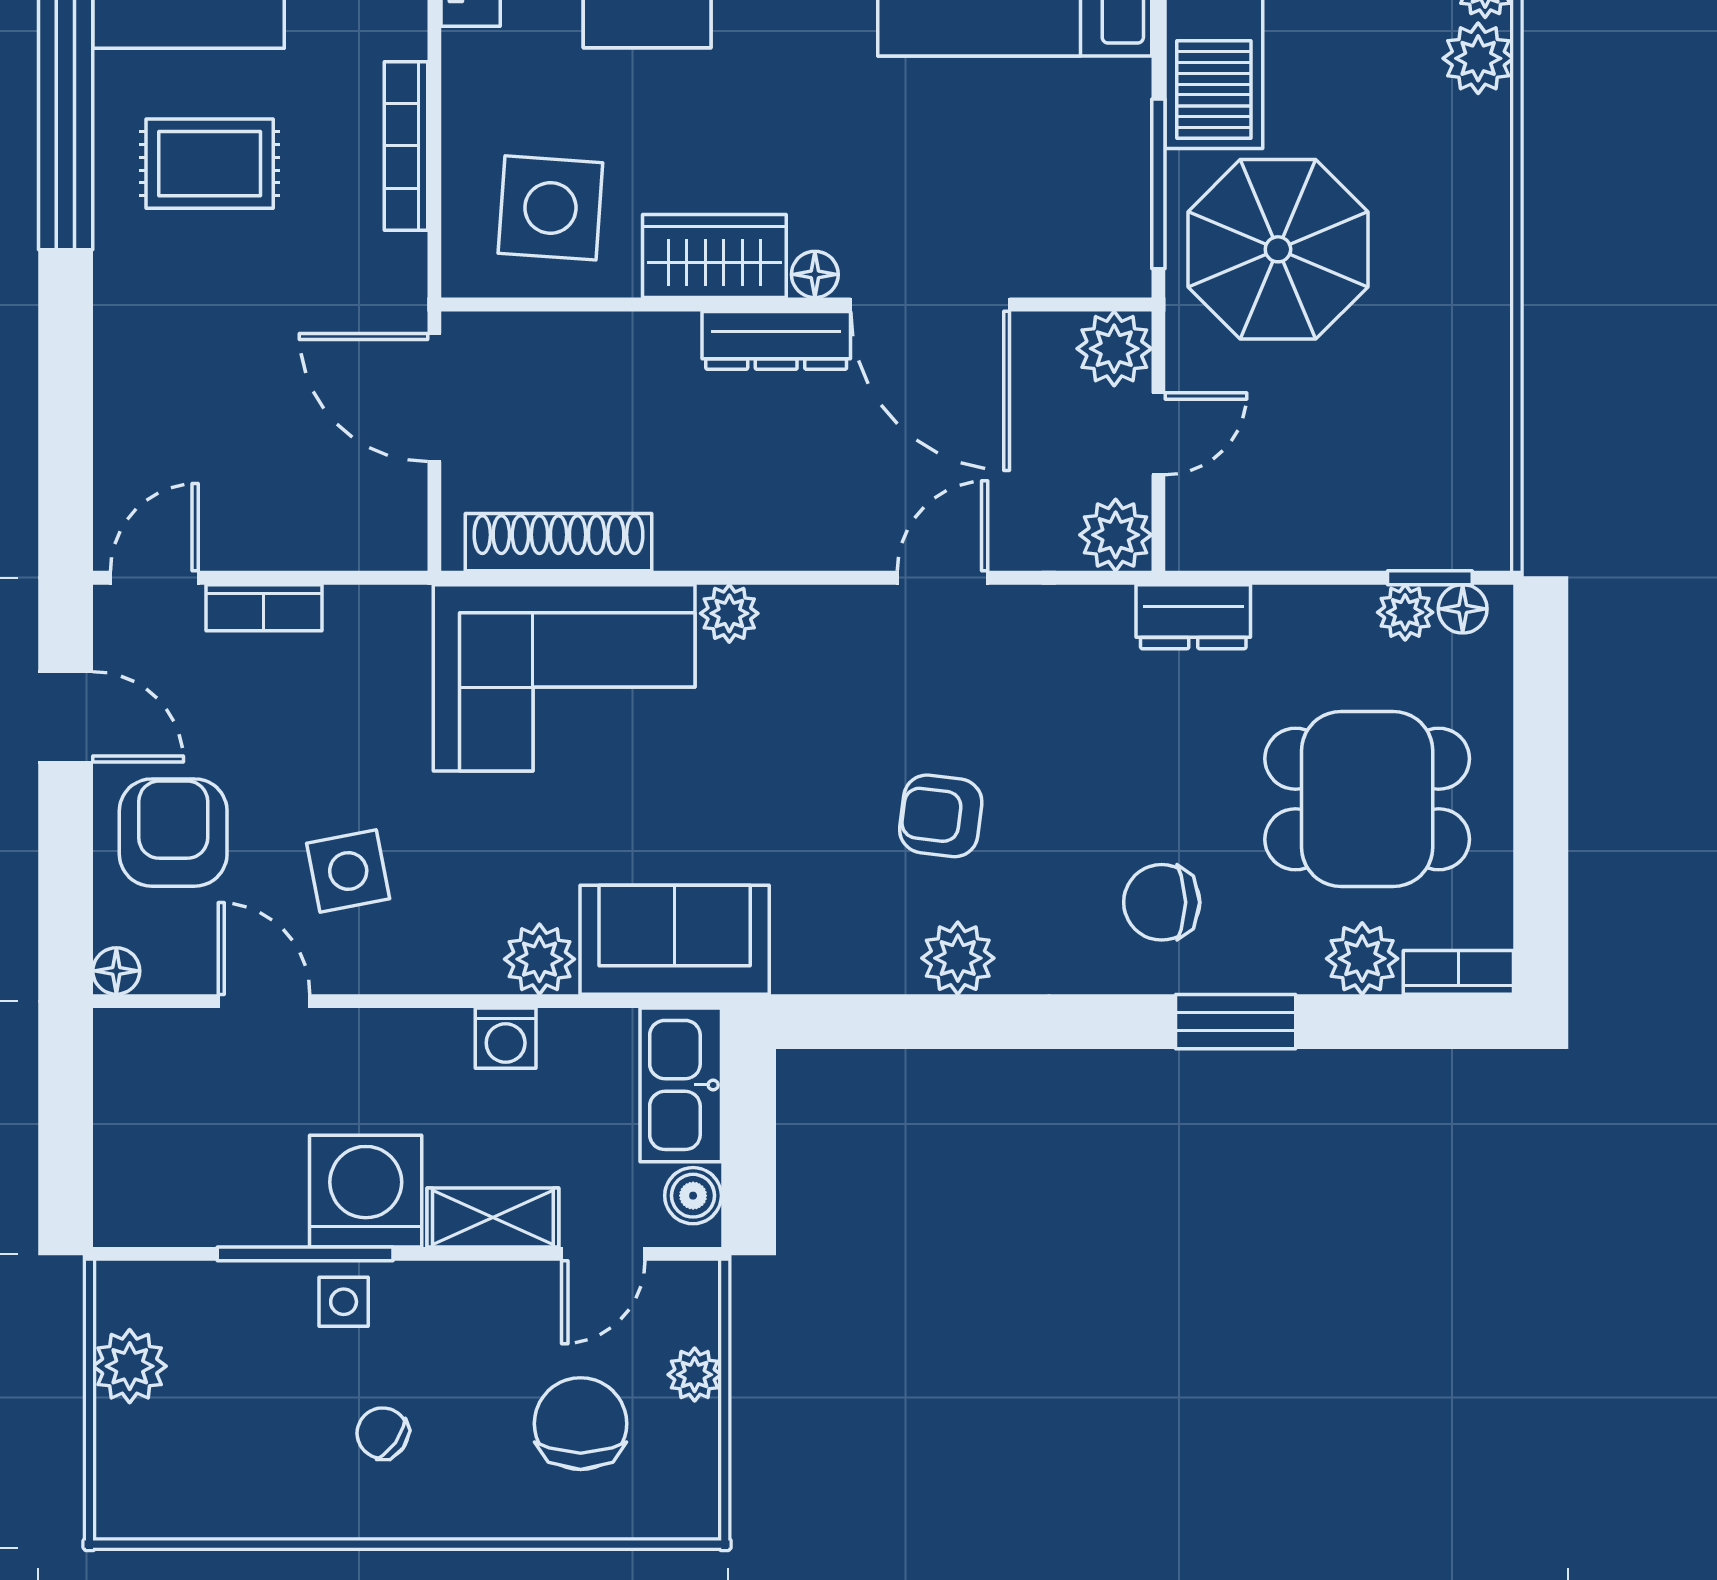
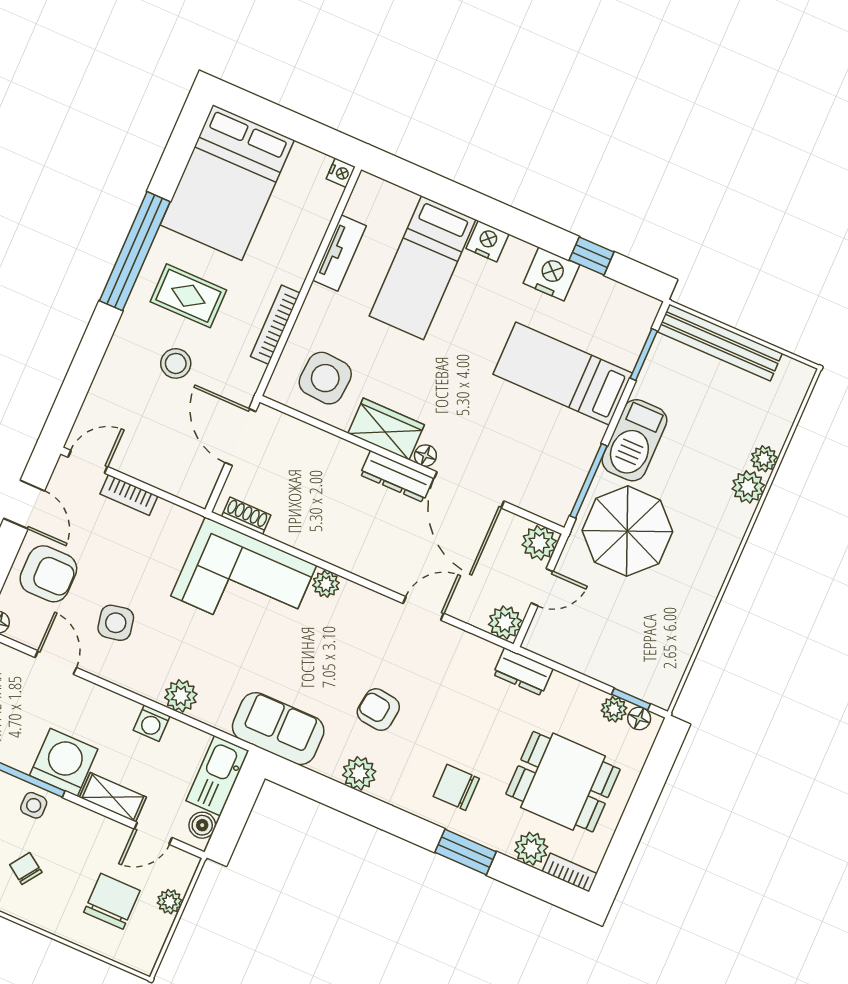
stool: (243, 308) -> (176, 363), added
shoe rack: (559, 542) -> (246, 516), width x0.51, depth x0.81
armchair: (173, 833) -> (48, 574), turned 90
sofa: (675, 940) -> (278, 729), moved

